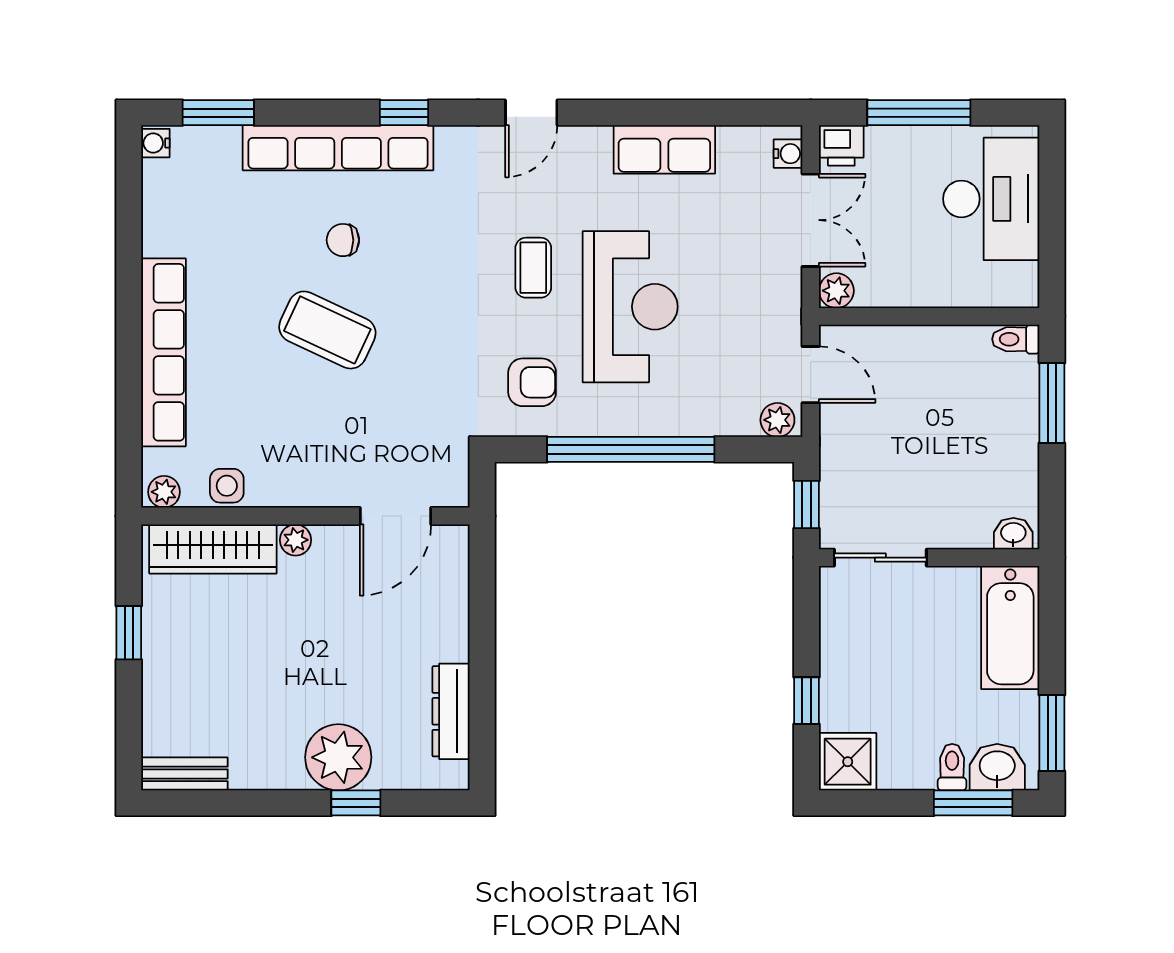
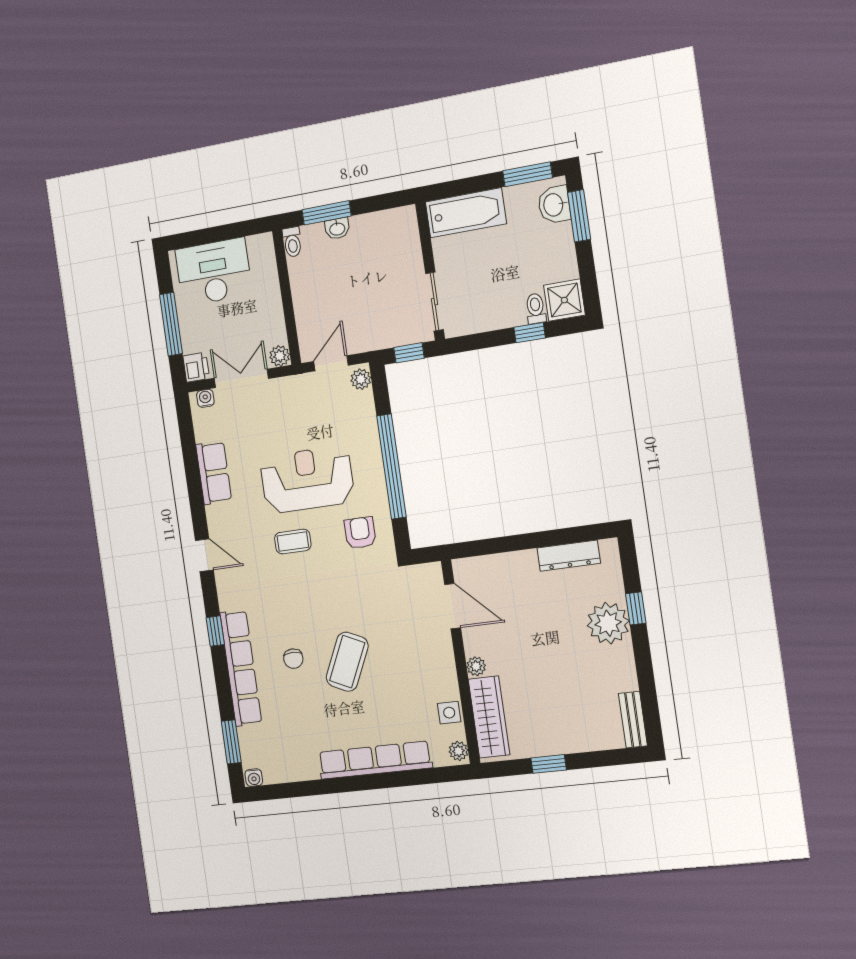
washbasin: (1013, 534) -> (337, 229), moved, turned -90
toilet: (952, 767) -> (536, 309), moved, turned 90

